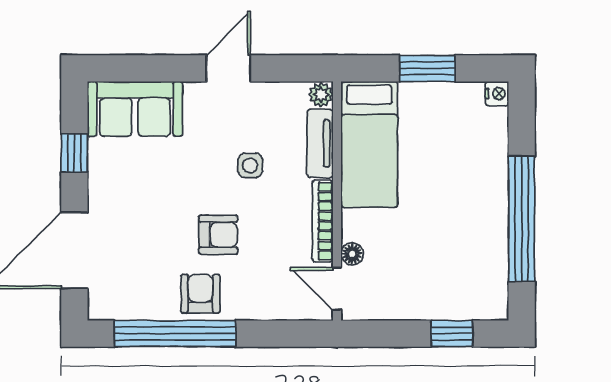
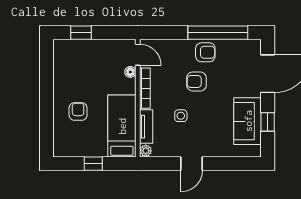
window: (427, 68) -> (93, 164), width x0.67
nightstand: (497, 94) -> (59, 151), removed
sofa: (135, 109) -> (248, 121), moved, turned -90
armchair: (458, 174) -> (78, 112), added
window: (522, 219) -> (47, 89), removed
armchair: (200, 294) -> (205, 52), turned -90

